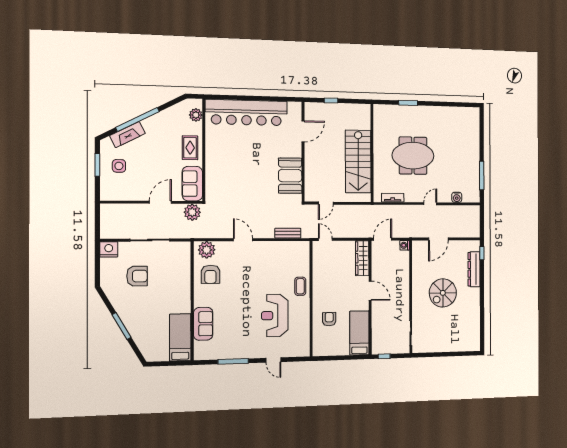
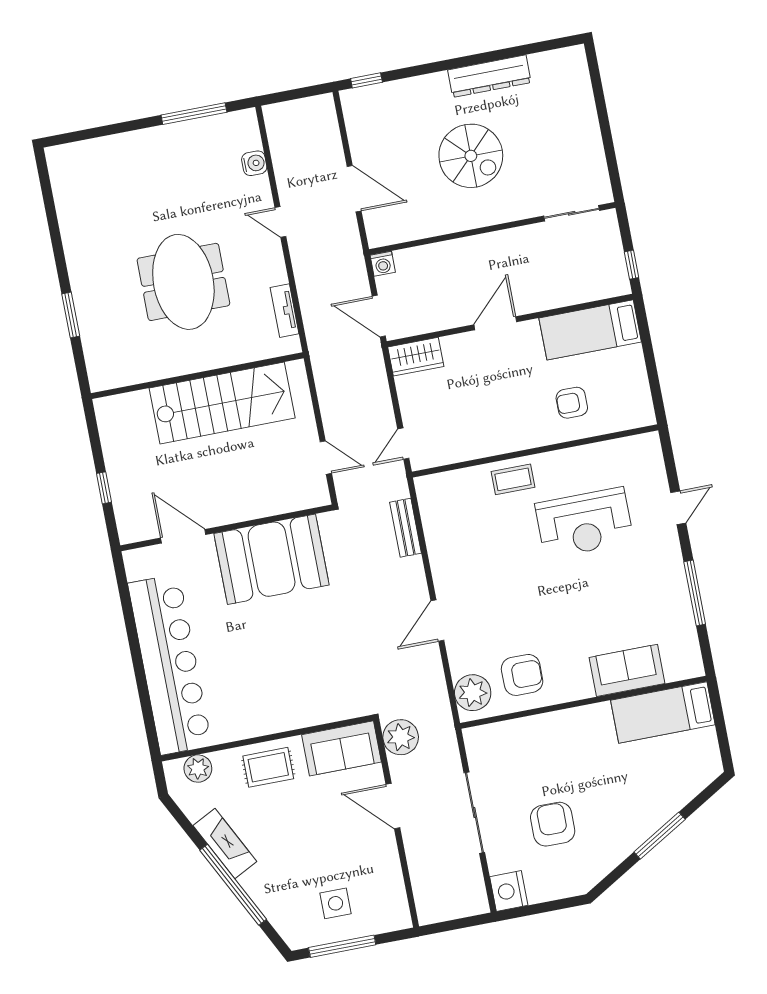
fireplace: (127, 135) -> (225, 844), moved
window: (97, 165) -> (342, 946), width x1.44
booth: (290, 176) -> (272, 559), width x1.36, depth x1.42
wardrobe: (362, 258) -> (416, 357), width x0.67
dresser: (474, 269) -> (489, 76), moved

